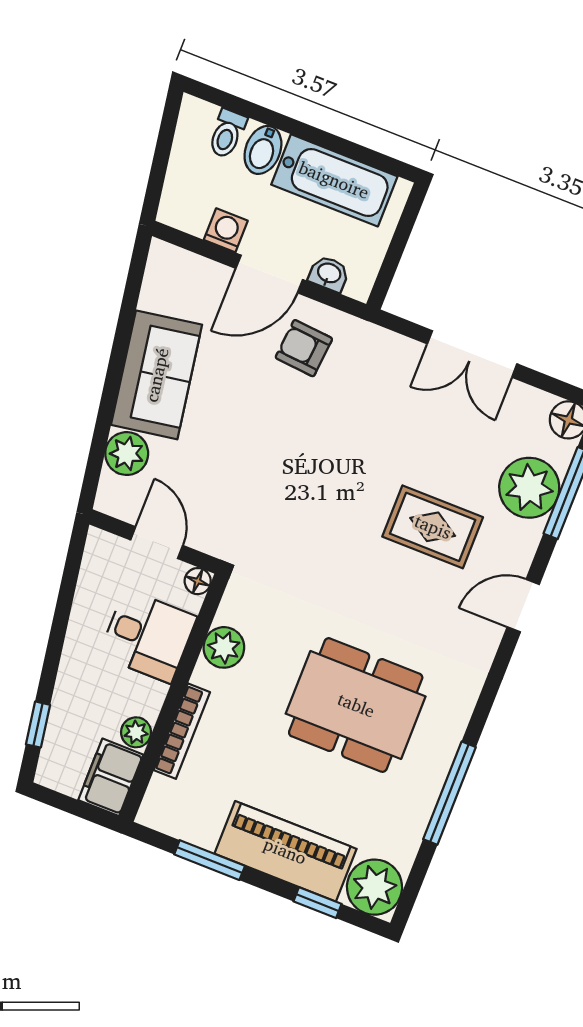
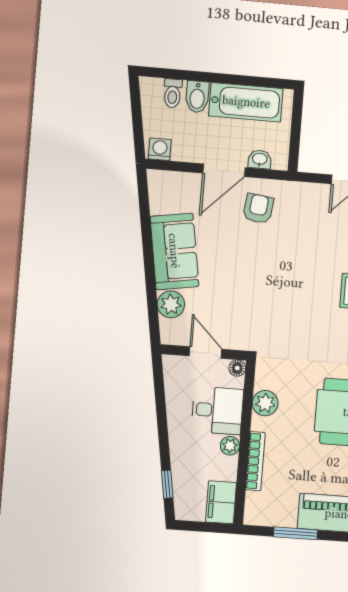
washing machine: (226, 230) -> (160, 149), moved
armchair: (304, 348) -> (258, 209), turned 92
plant: (136, 732) -> (230, 446), moved

